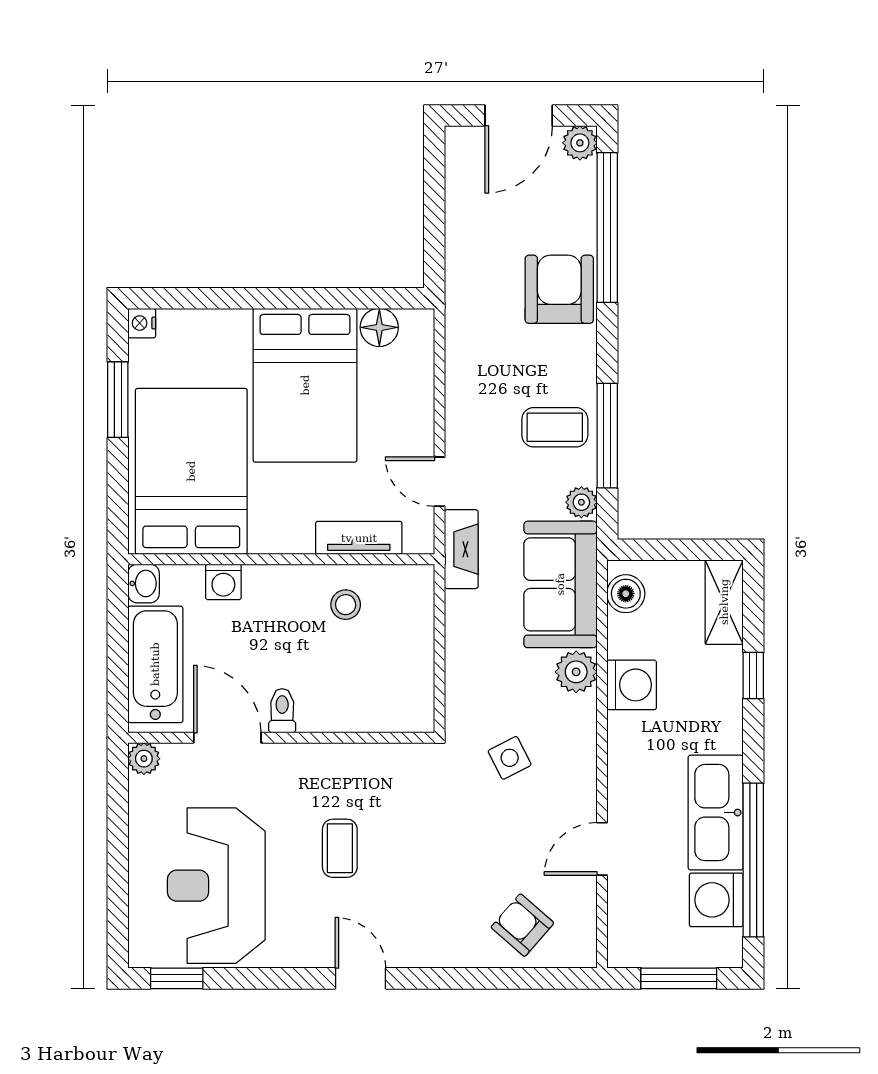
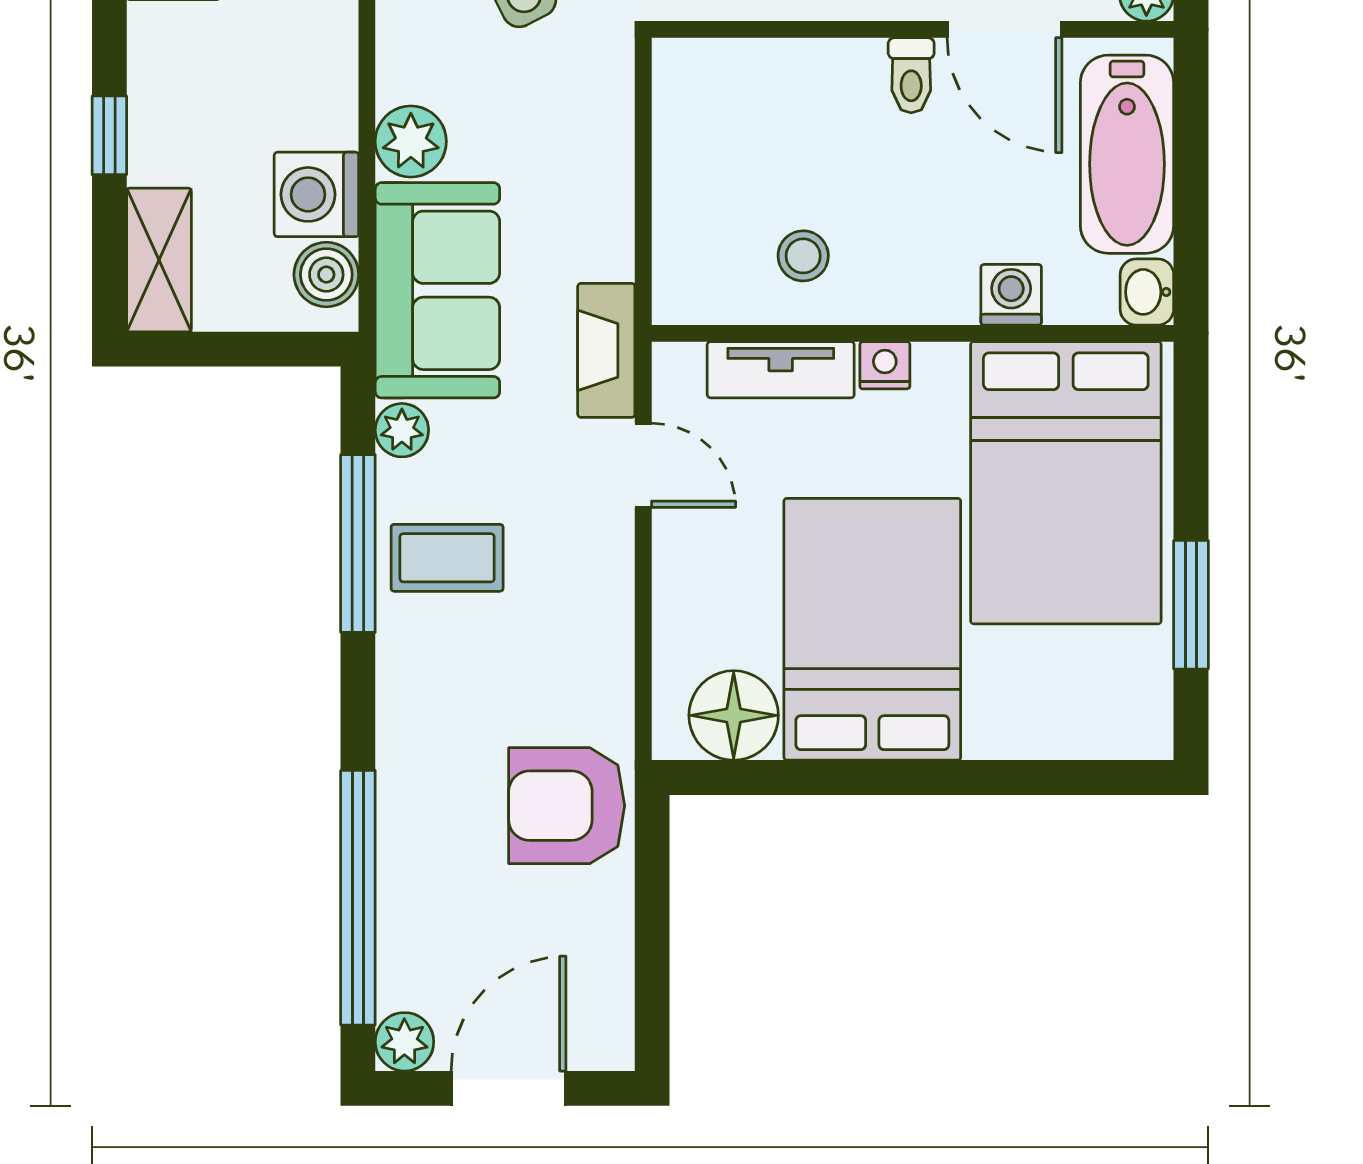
armchair: (559, 289) -> (567, 806), moved, turned 90
nightstand: (142, 323) -> (885, 365), moved, turned -90
floor lamp: (379, 327) -> (734, 715), width x1.38, depth x1.38
washing machine: (632, 685) -> (316, 194), moved

